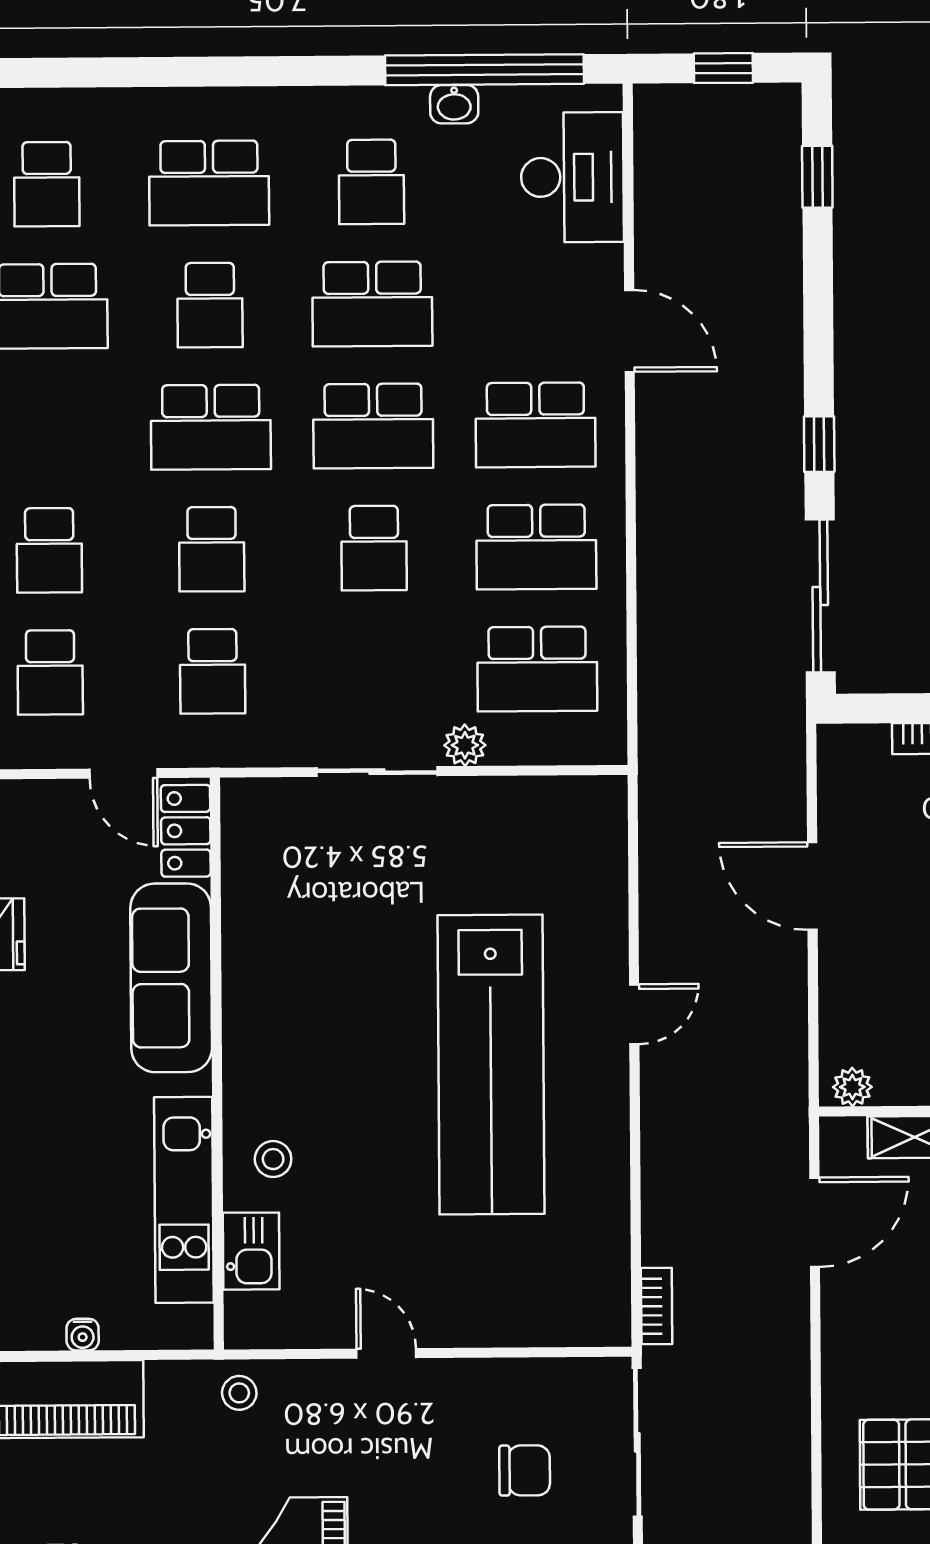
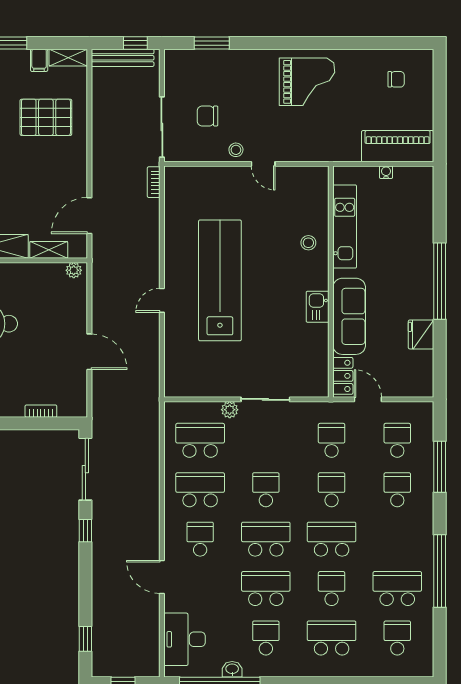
school desk: (536, 425) -> (200, 539), width x0.54
kitchen sink: (251, 1251) -> (318, 307), moved
stool: (239, 1393) -> (236, 150), moved

